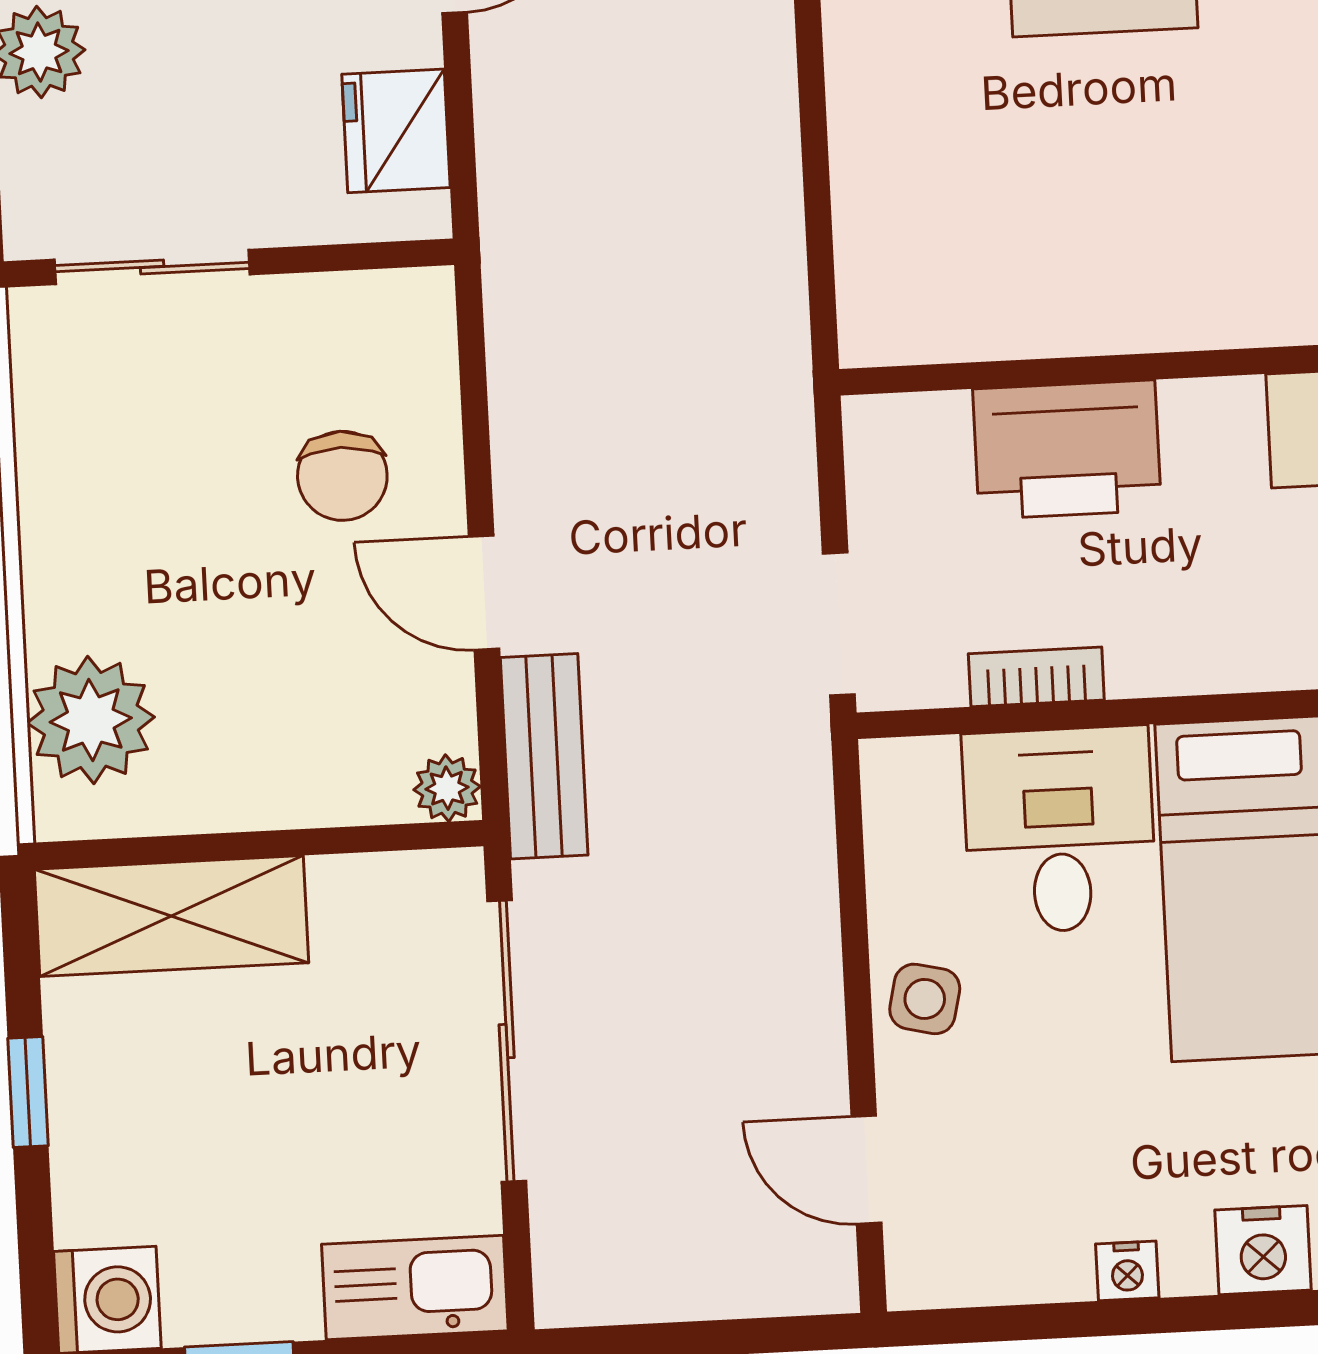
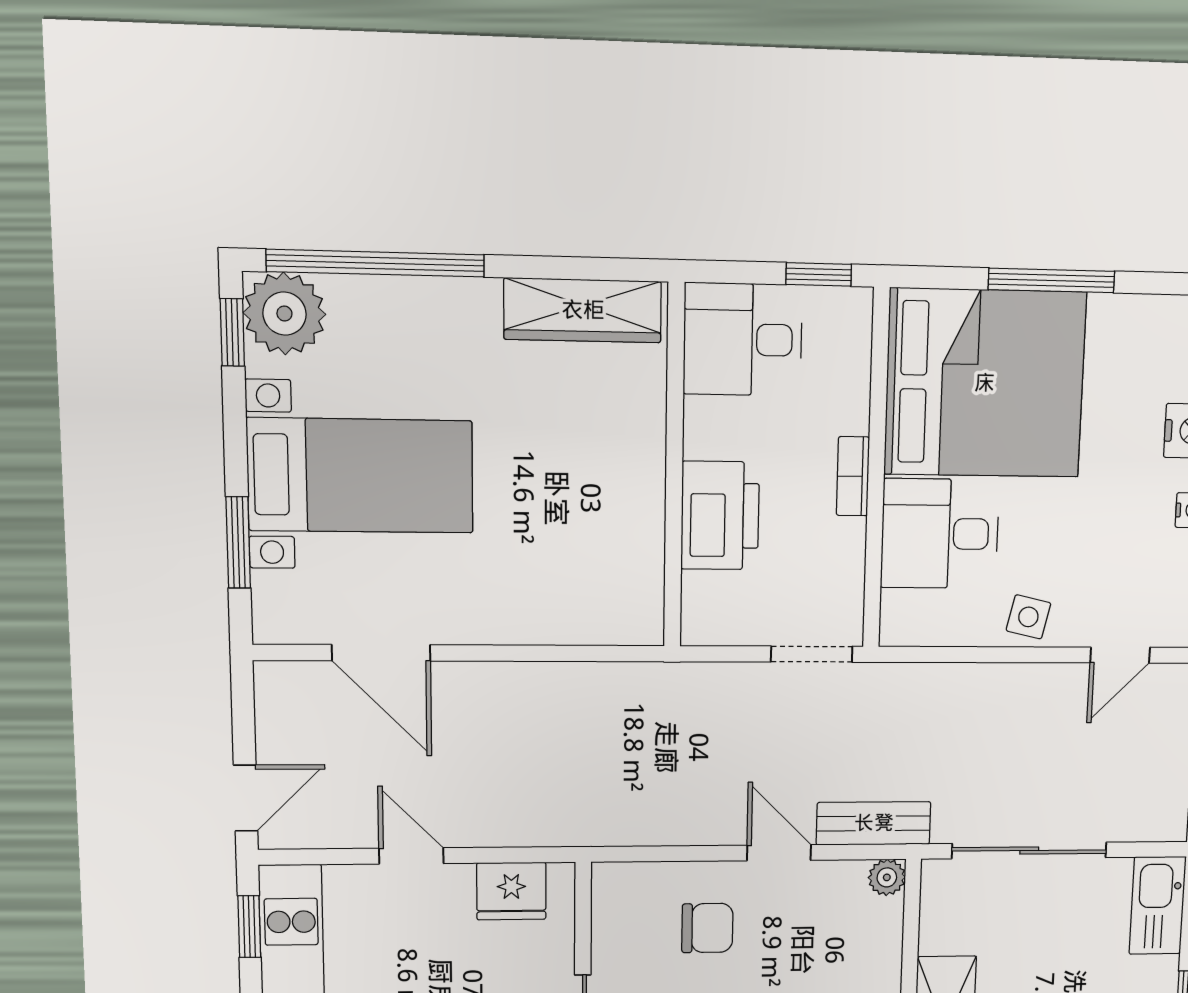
door: (484, 593) -> (779, 853), swing flipped
bookcase: (1036, 677) -> (853, 476), moved

